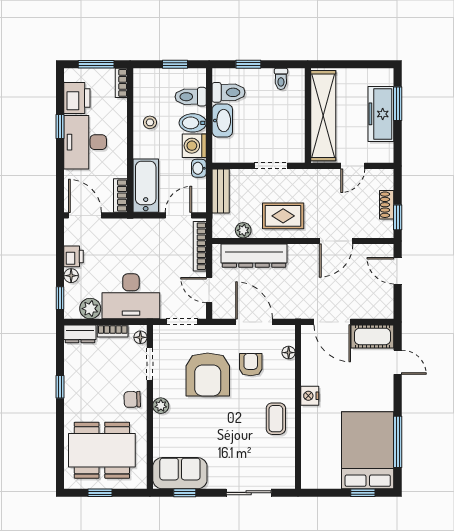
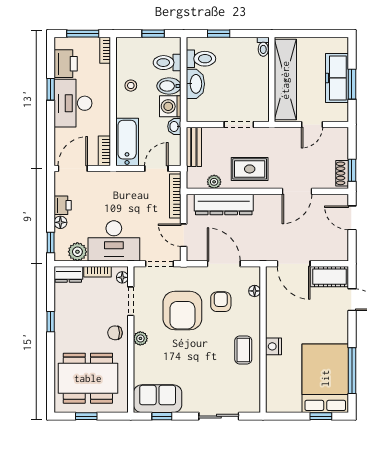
toilet: (281, 79) -> (263, 47), moved
window: (398, 104) -> (352, 84), moved
shoe rack: (387, 205) -> (342, 173), moved
door: (85, 215) -> (73, 168), hinge flipped
nightstand: (310, 396) -> (273, 346), moved

